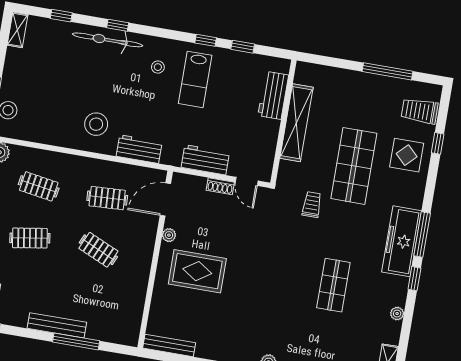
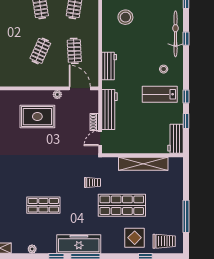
workbench: (273, 95) -> (175, 139), moved, turned -90
trolley: (420, 111) -> (164, 241), turned 90
stool: (96, 124) -> (125, 17), moved
workbench: (205, 160) -> (110, 110), width x1.37
rug: (197, 271) -> (37, 117), turned 90

